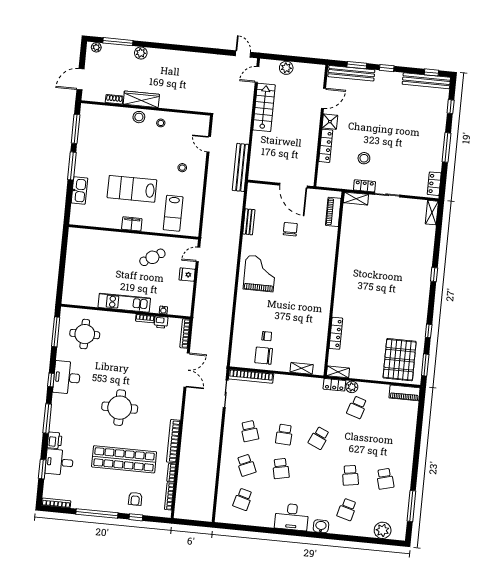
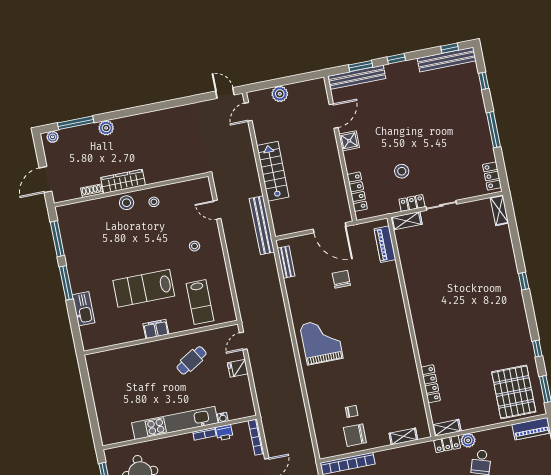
stairs: (264, 107) -> (273, 171), moved
locker: (326, 146) -> (357, 192), moved
bench: (249, 222) -> (286, 262), moved
kitchen unit: (124, 303) -> (175, 423), width x1.36

